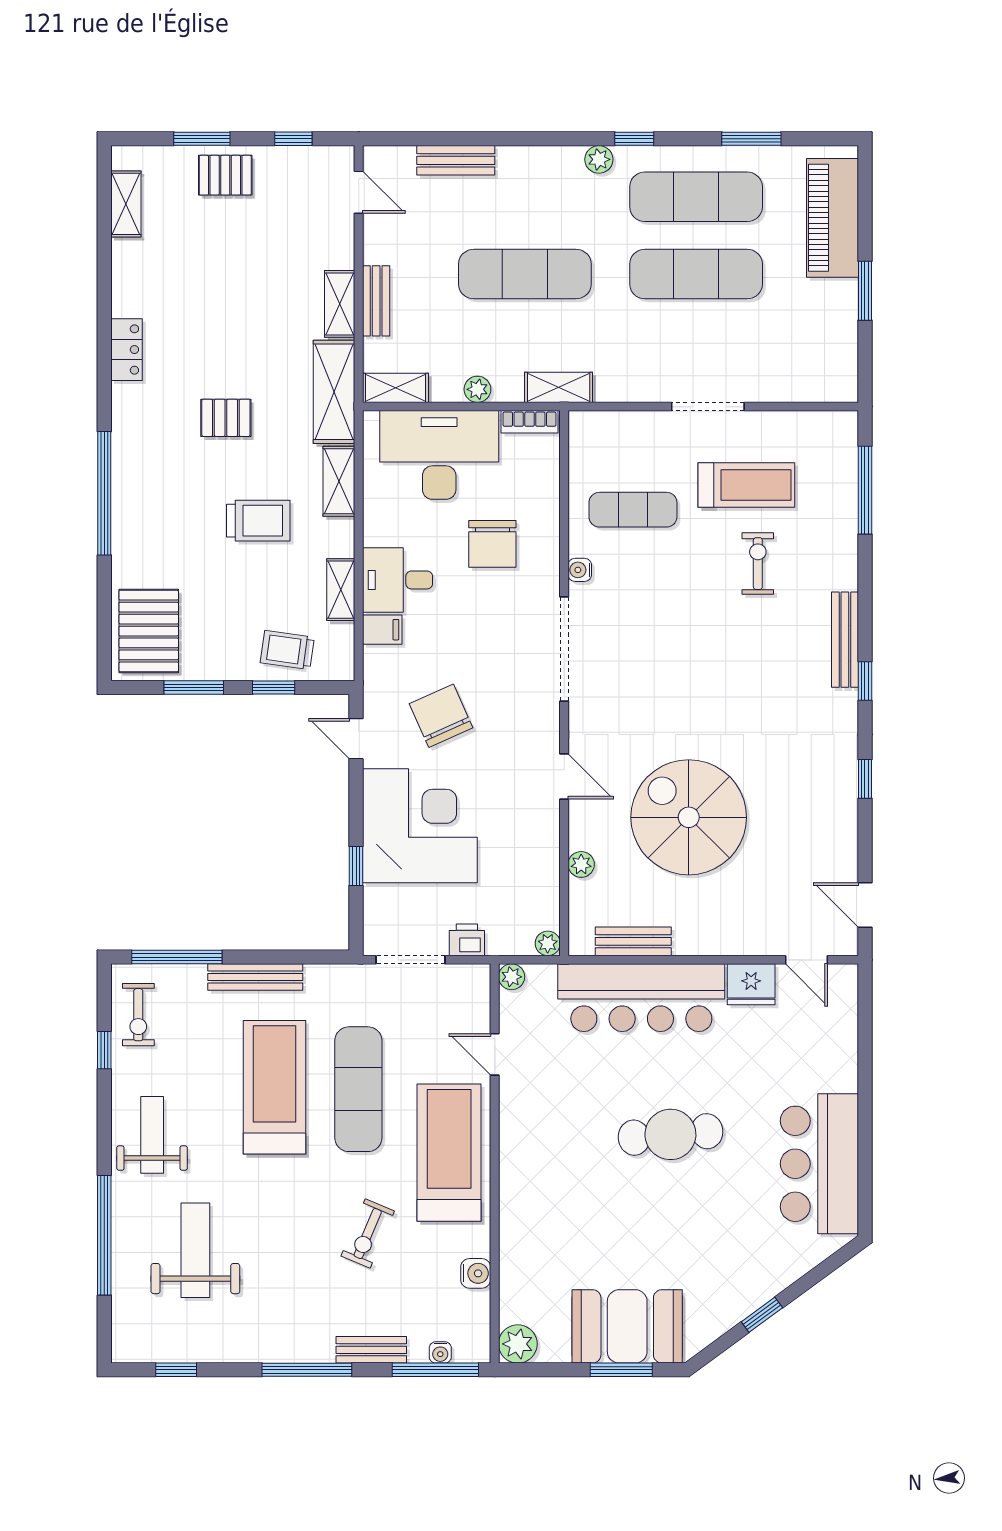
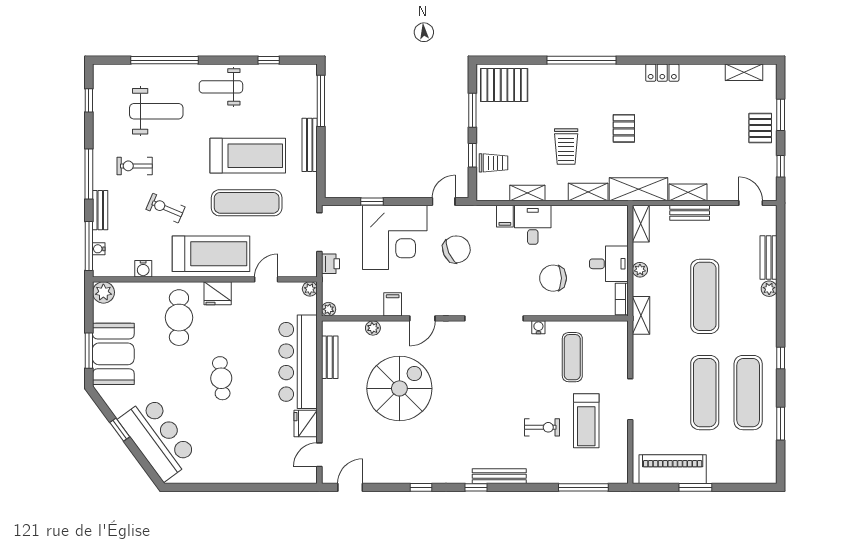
plant: (599, 159) -> (769, 289), moved
door: (359, 192) -> (751, 203), swing flipped
piano: (832, 218) -> (673, 469), moved
desk: (439, 455) -> (609, 264), width x0.53, depth x0.77
trolley: (287, 650) -> (493, 163), turned 82
filing cabinet: (539, 829) -> (393, 304), added
exercise bike: (138, 1015) -> (135, 166), moved
cafe table: (670, 1134) -> (221, 378), width x0.73, depth x0.74
weight bench: (152, 1135) -> (221, 87), turned 180
fridge: (519, 1141) -> (218, 293), added
bar counter: (819, 1164) -> (158, 438), moved, turned 54
cafe table: (563, 1210) -> (179, 318), added

